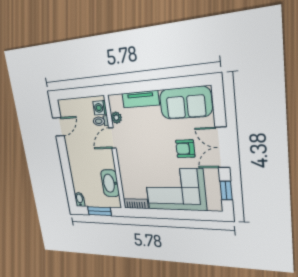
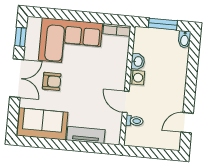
washing machine: (100, 108) -> (137, 78), moved
plant: (116, 118) -> (116, 122), removed
door: (112, 138) -> (126, 102), swing flipped
washbasin: (110, 183) -> (138, 61), width x0.52, depth x0.69

